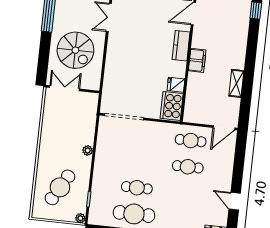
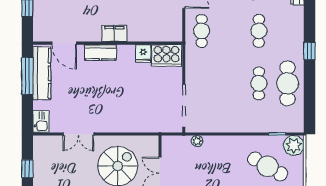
plant: (88, 150) -> (197, 141), moved
cafe table: (188, 167) -> (259, 31), moved
plant: (80, 218) -> (294, 145), width x1.88, depth x1.88

